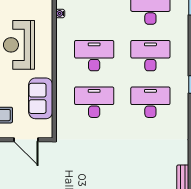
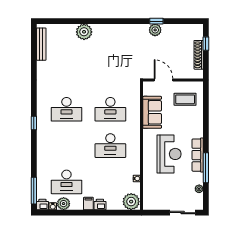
desk: (150, 56) -> (66, 146), removed

